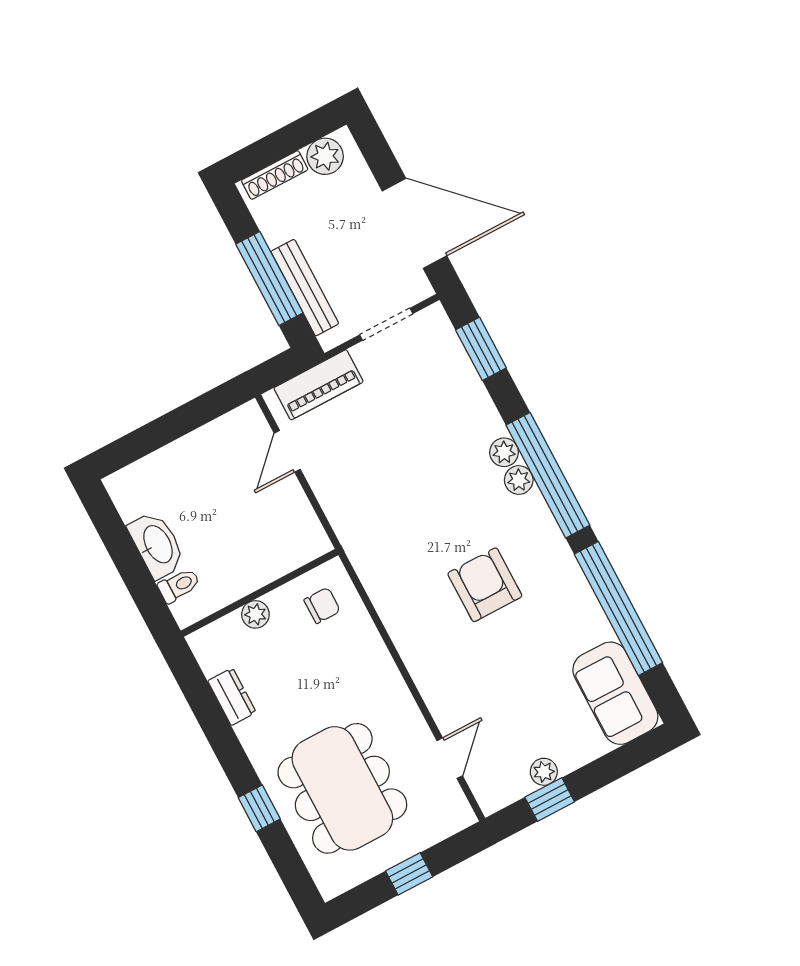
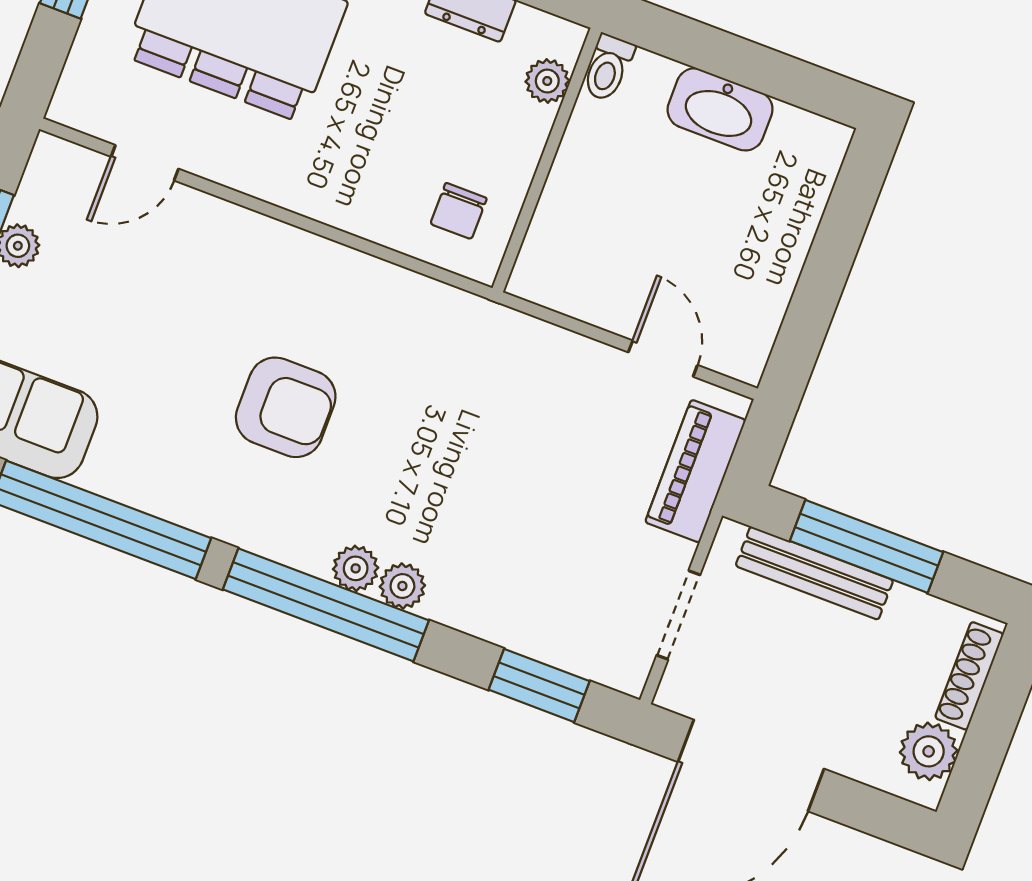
toilet: (179, 585) -> (608, 68), moved
plant: (255, 614) -> (547, 81), moved
door: (450, 758) -> (145, 163), hinge flipped

